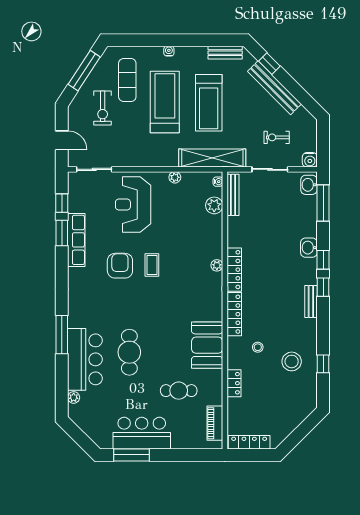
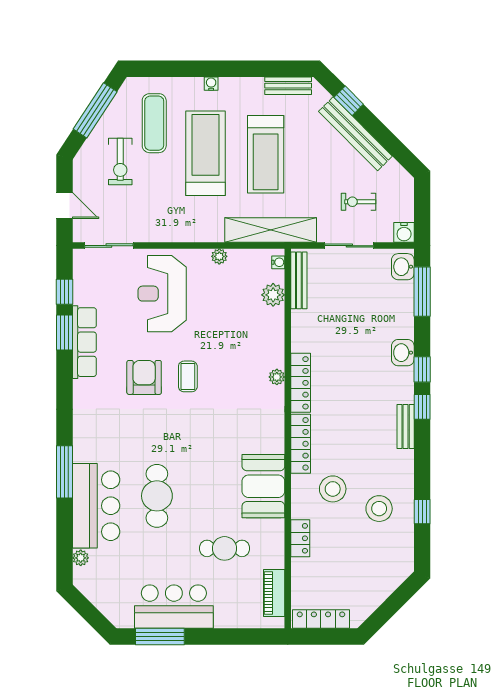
stool: (258, 347) -> (333, 489), width x1.89, depth x1.89

